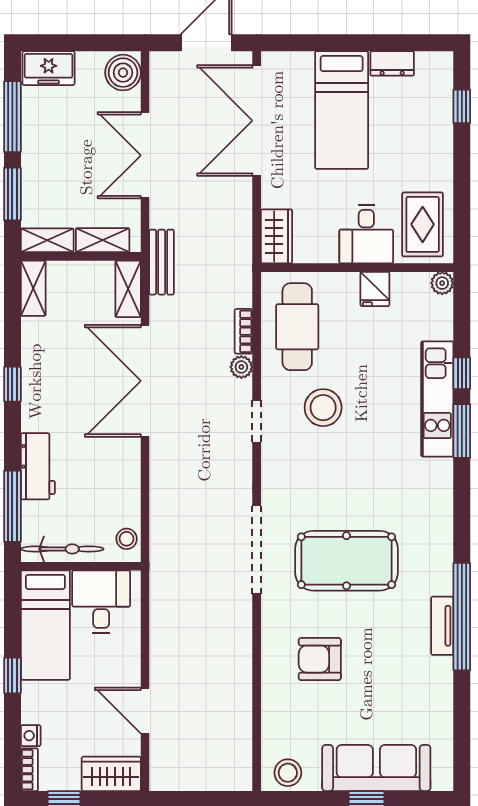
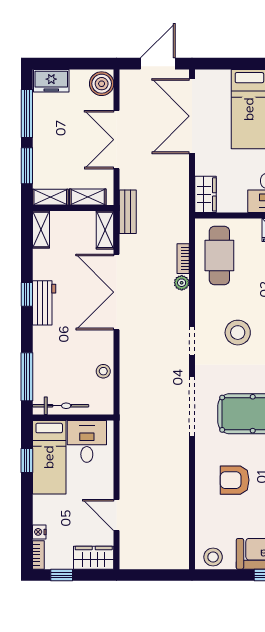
stool: (323, 408) -> (238, 333), moved
doorway: (257, 421) -> (192, 341), moved
workbench: (38, 466) -> (44, 303), moved
stool: (127, 539) -> (103, 371), moved
window: (12, 675) -> (27, 460), moved

